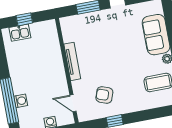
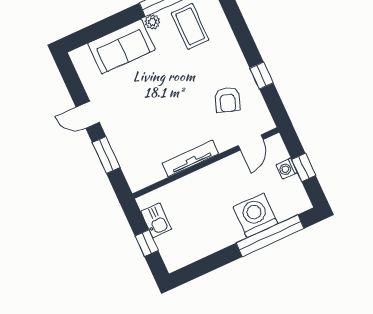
kitchen sink: (20, 33) -> (156, 220), moved
washing machine: (21, 101) -> (255, 215), width x1.89, depth x1.89

